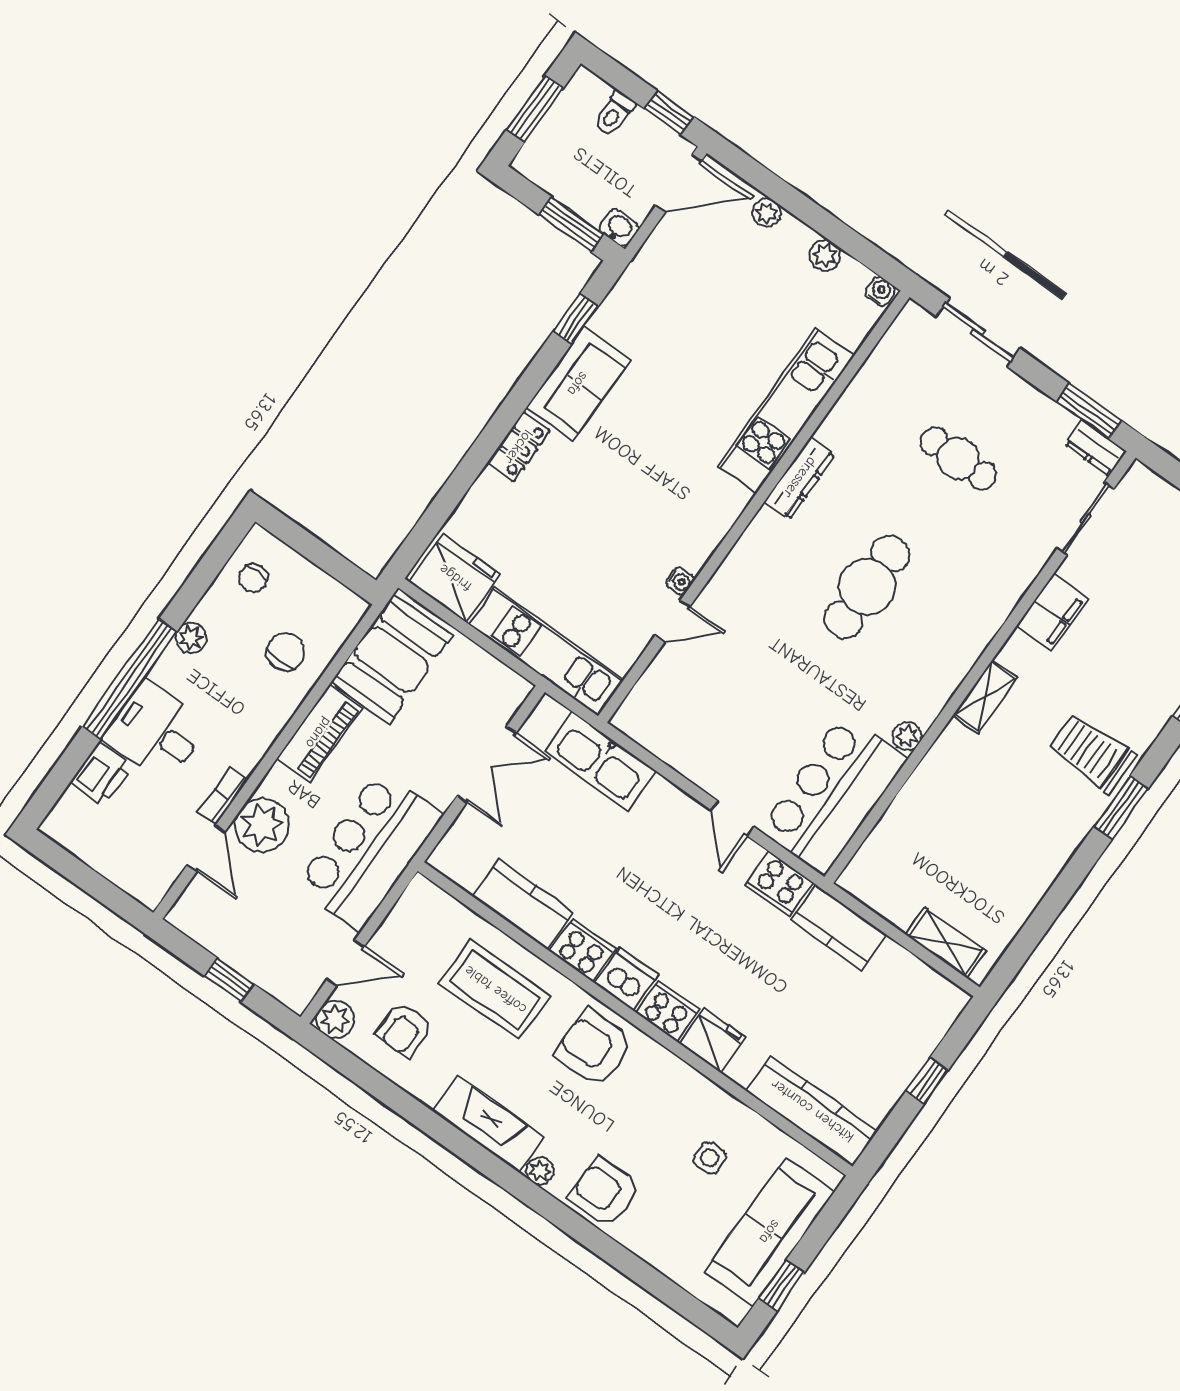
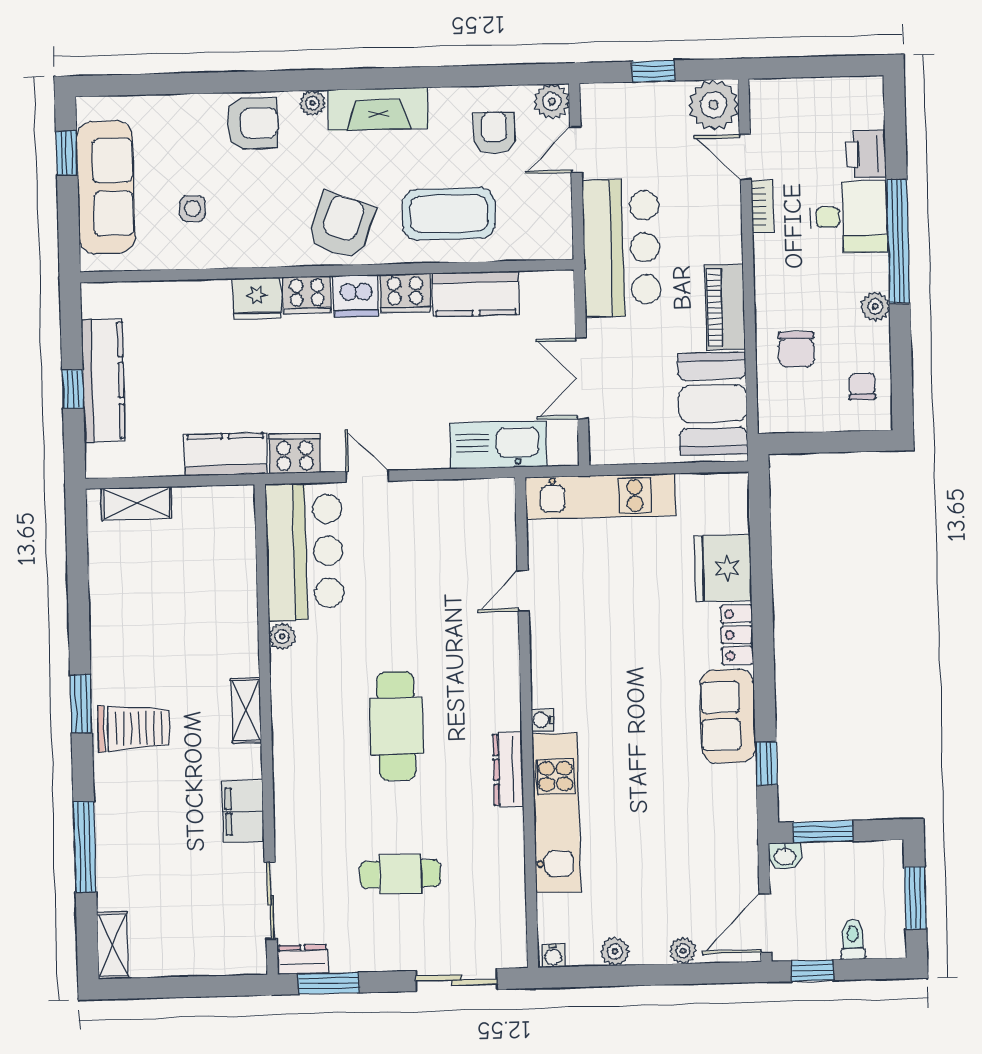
fridge: (455, 578) -> (723, 568), moved, turned 90
water cooler: (680, 581) -> (543, 720), moved
plant: (262, 825) -> (714, 105), moved
armchair: (594, 1048) -> (341, 226), turned -70
kitchen counter: (812, 1111) -> (103, 381), moved, turned -90

